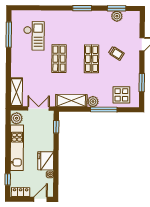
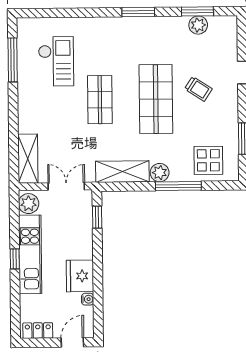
shop shelf: (91, 59) -> (156, 99), width x1.43, depth x1.36
window: (8, 179) -> (15, 259), moved

